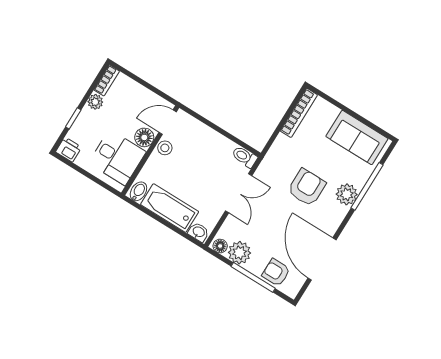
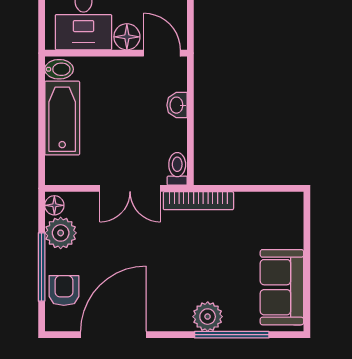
bookcase: (299, 113) -> (198, 201), moved
stool: (165, 148) -> (130, 69), removed
armchair: (307, 187) -> (187, 264), removed
washbasin: (199, 232) -> (177, 105), moved, turned 180

